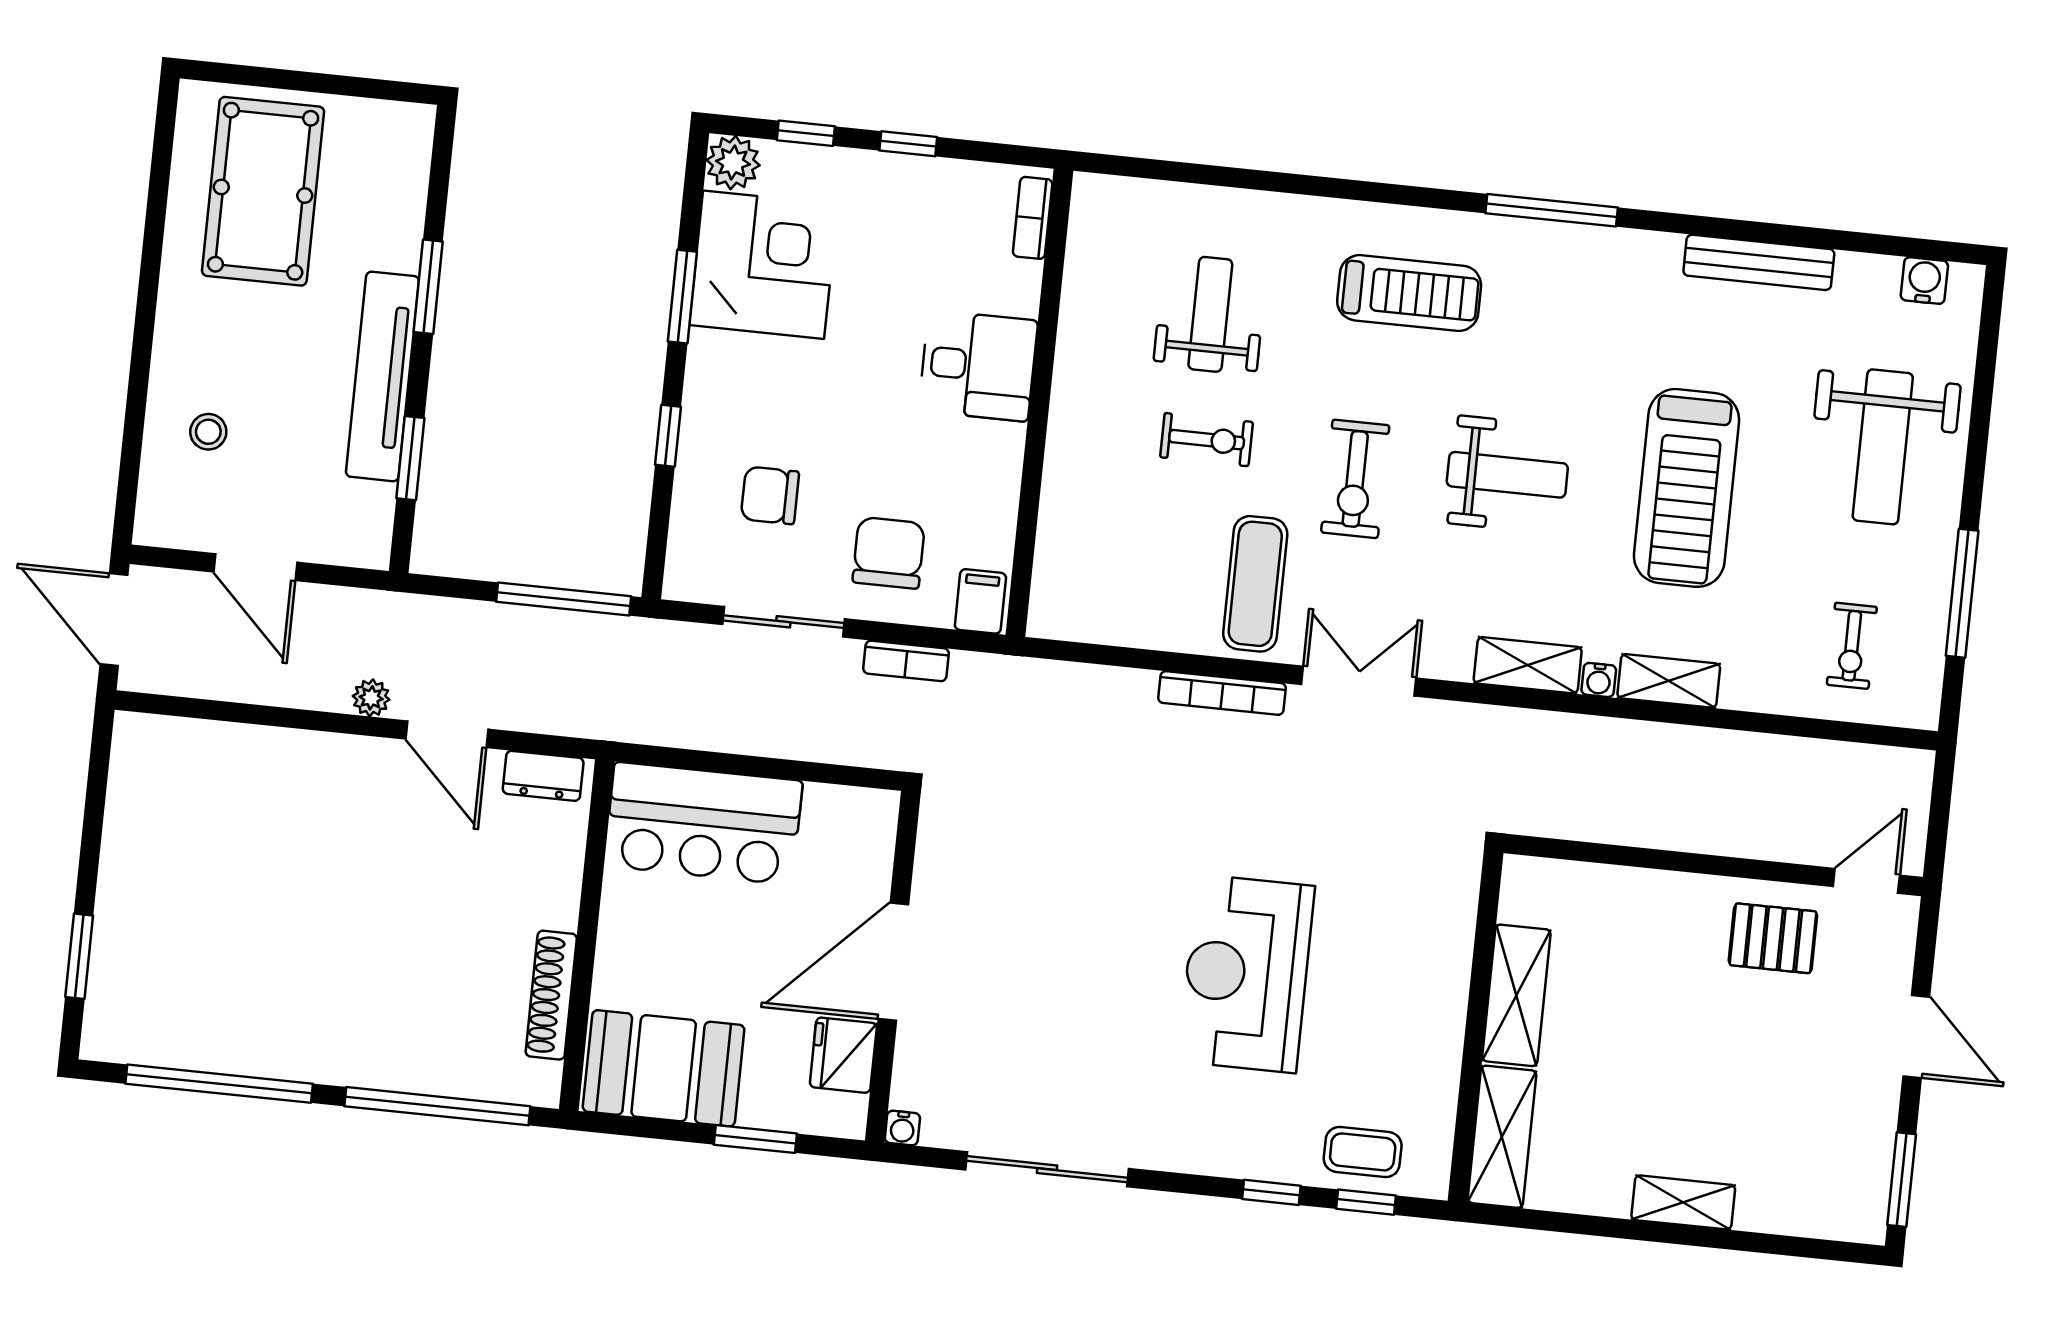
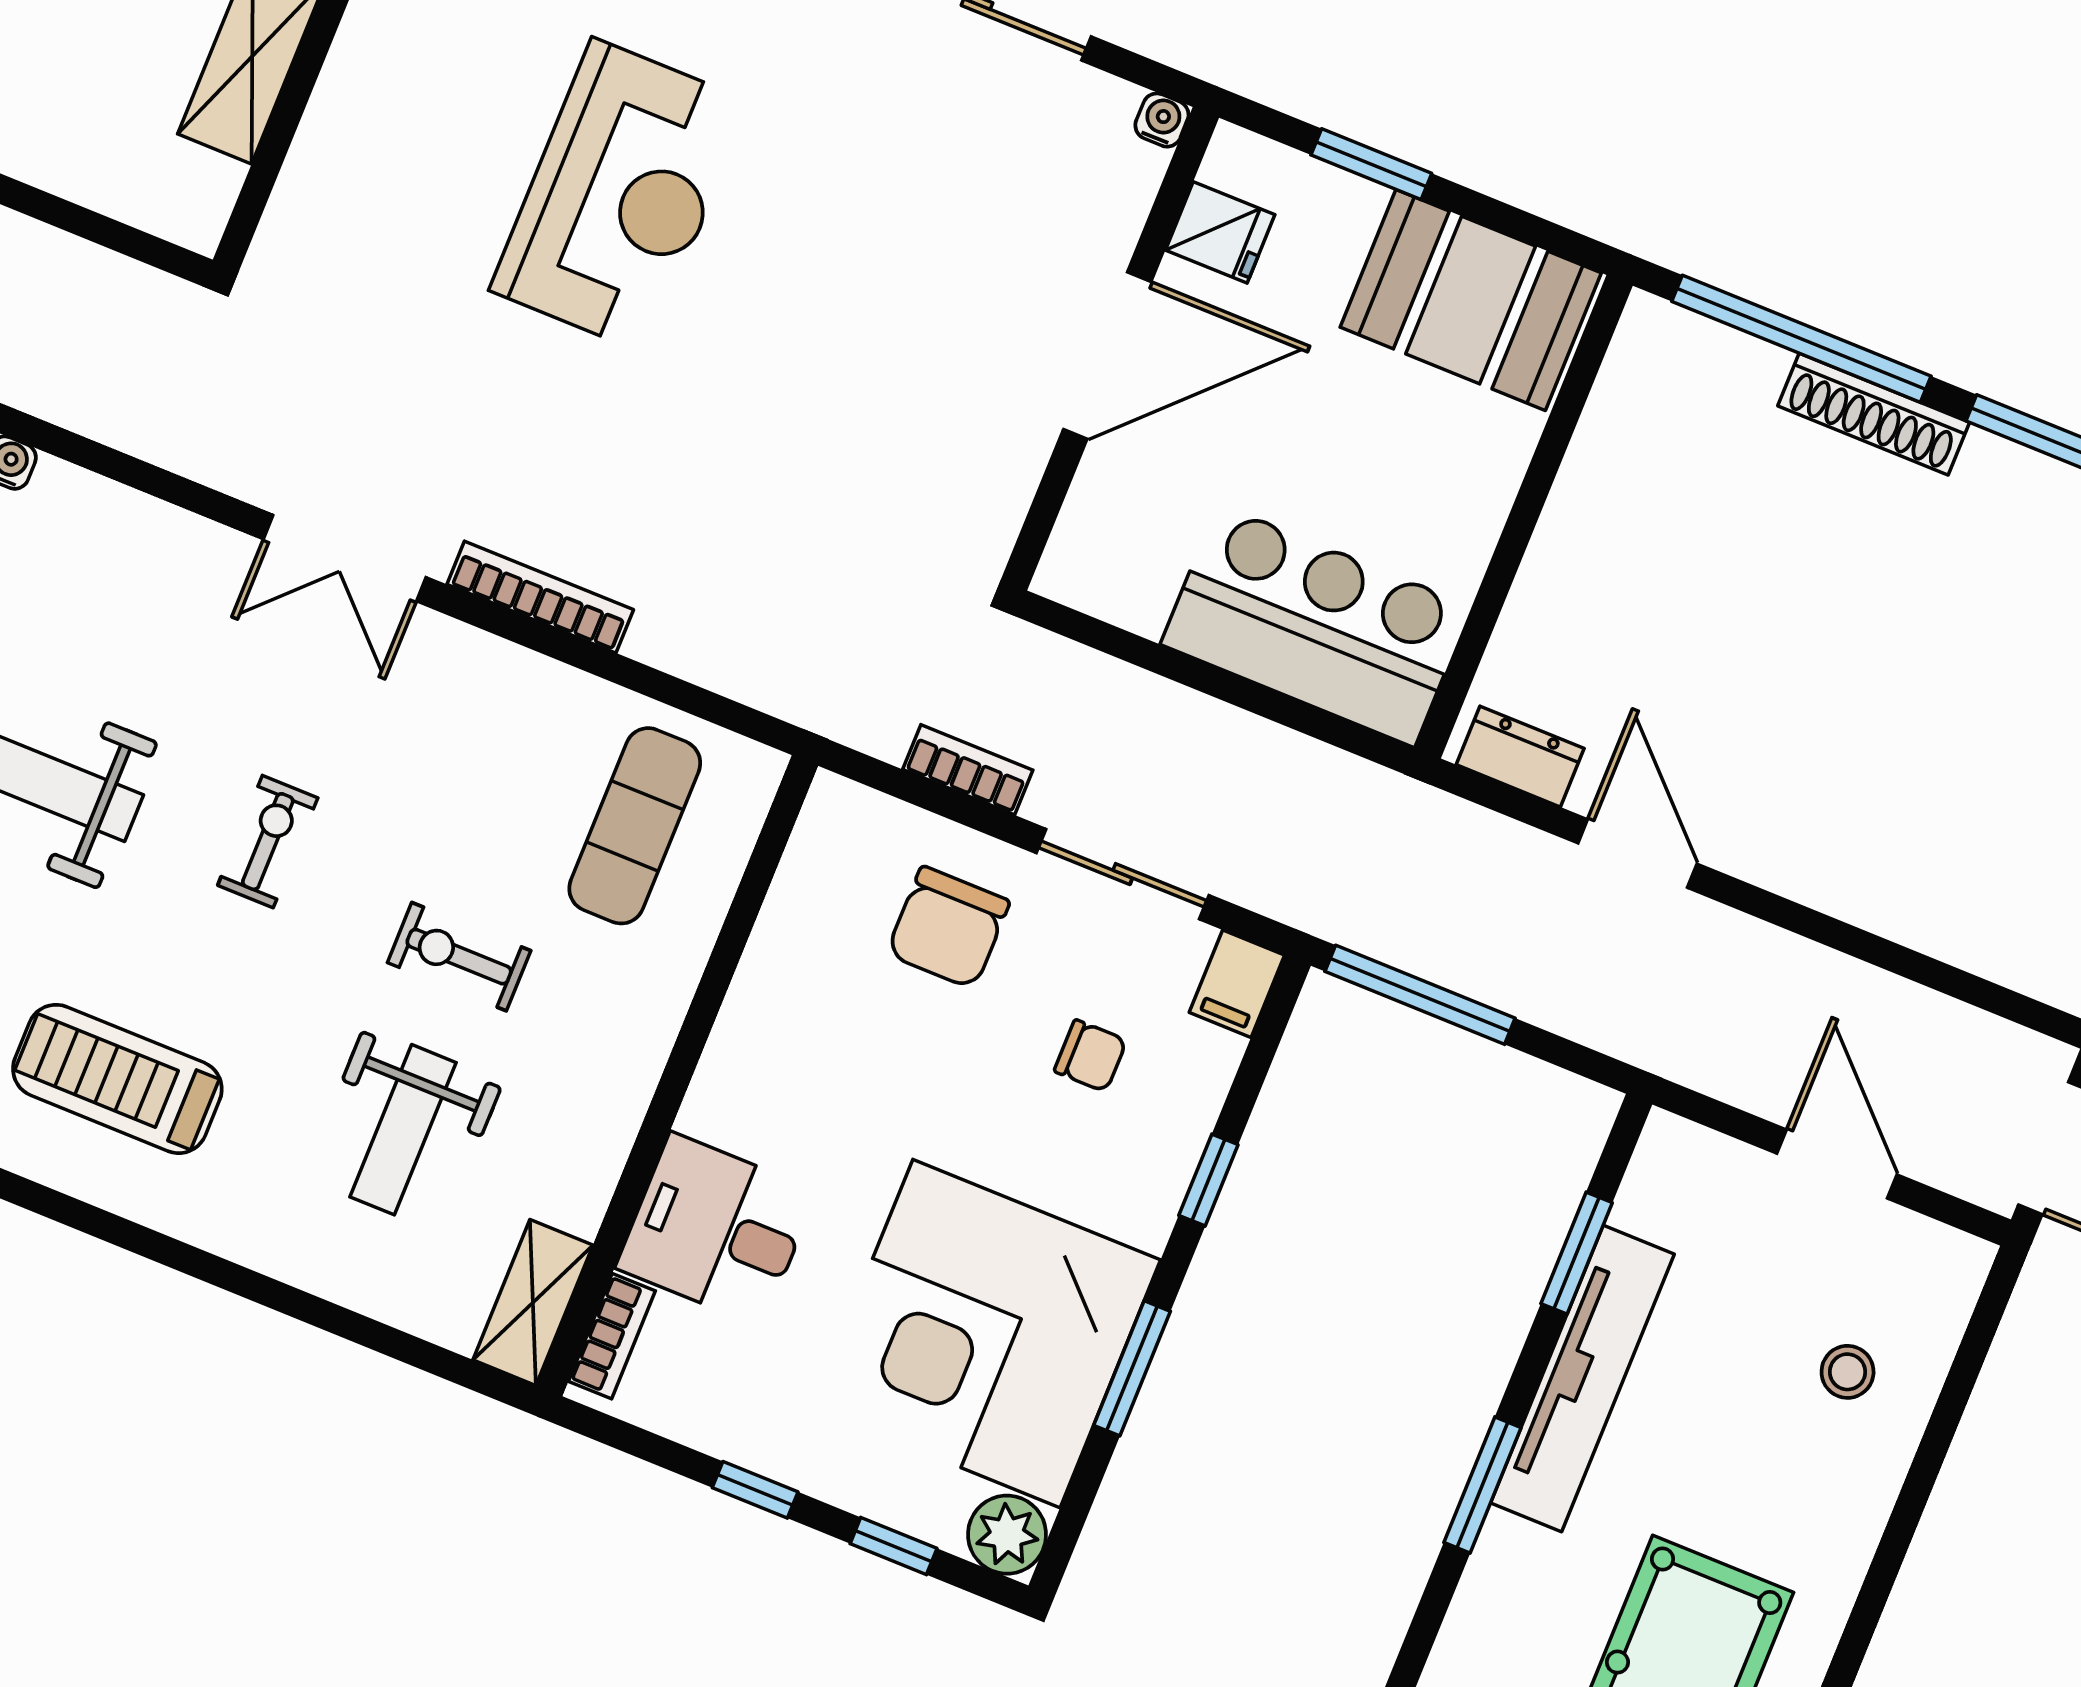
corner desk: (764, 265) -> (986, 1334), width x1.36, depth x1.36
desk: (978, 366) -> (716, 1229), moved
exercise bike: (1355, 479) -> (268, 842), width x0.73, depth x0.72
chair: (770, 495) -> (1090, 1056), width x0.73, depth x0.73
exercise mat: (1255, 584) -> (635, 826), moved
filing cabinet: (980, 601) -> (1237, 984), moved
shelving: (1528, 665) -> (533, 1302), moved, turned 90
plant: (371, 698) -> (1728, 935), removed
shoe rack: (551, 995) -> (1874, 414), moved, turned 90
fridge: (843, 1055) -> (1220, 232), width x0.72

